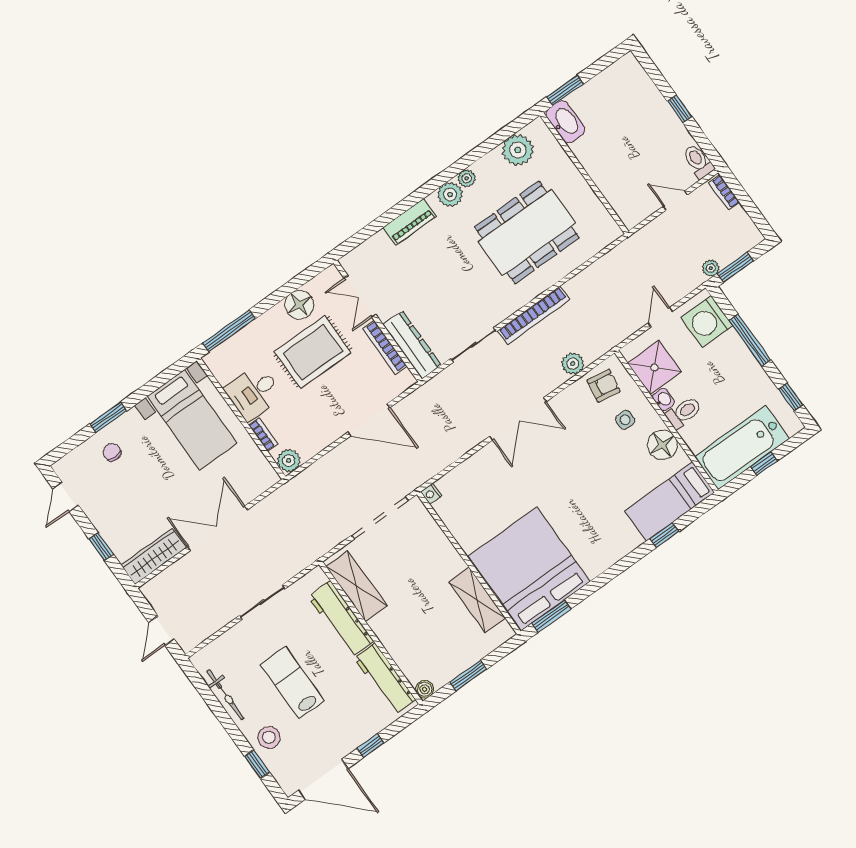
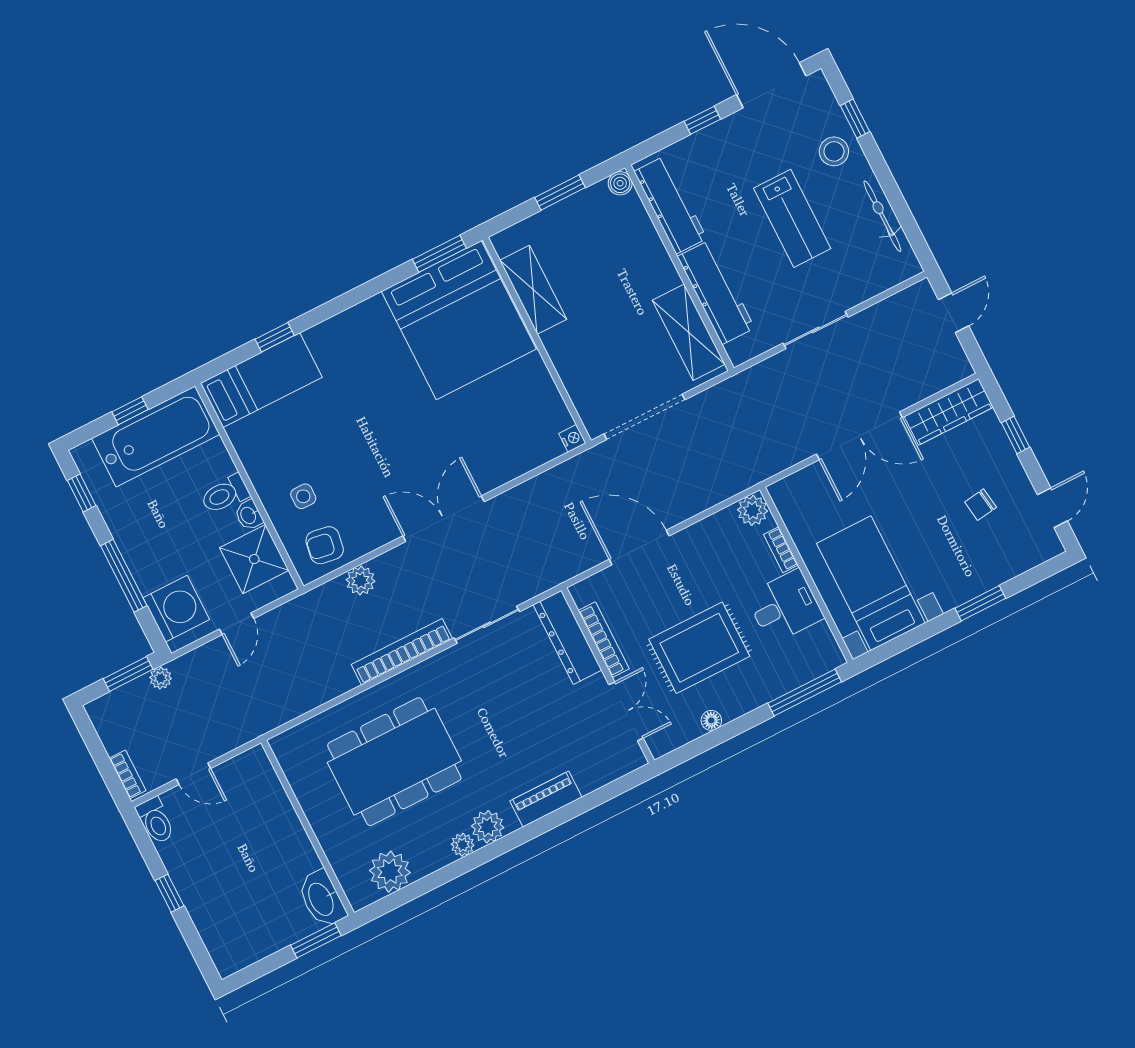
floor lamp: (299, 305) -> (711, 720), width x0.53, depth x0.53
floor lamp: (662, 445) -> (259, 456), removed
chair: (112, 452) -> (981, 505), moved, turned 82

